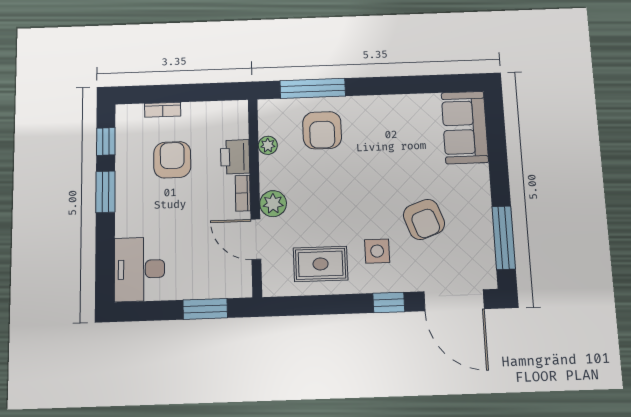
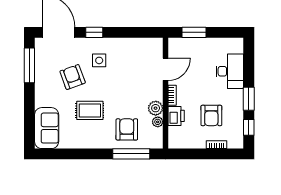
plant: (273, 204) -> (156, 108), moved
door: (256, 239) -> (166, 69), hinge flipped
rug: (321, 264) -> (90, 110), moved
desk: (139, 269) -> (230, 71), moved

